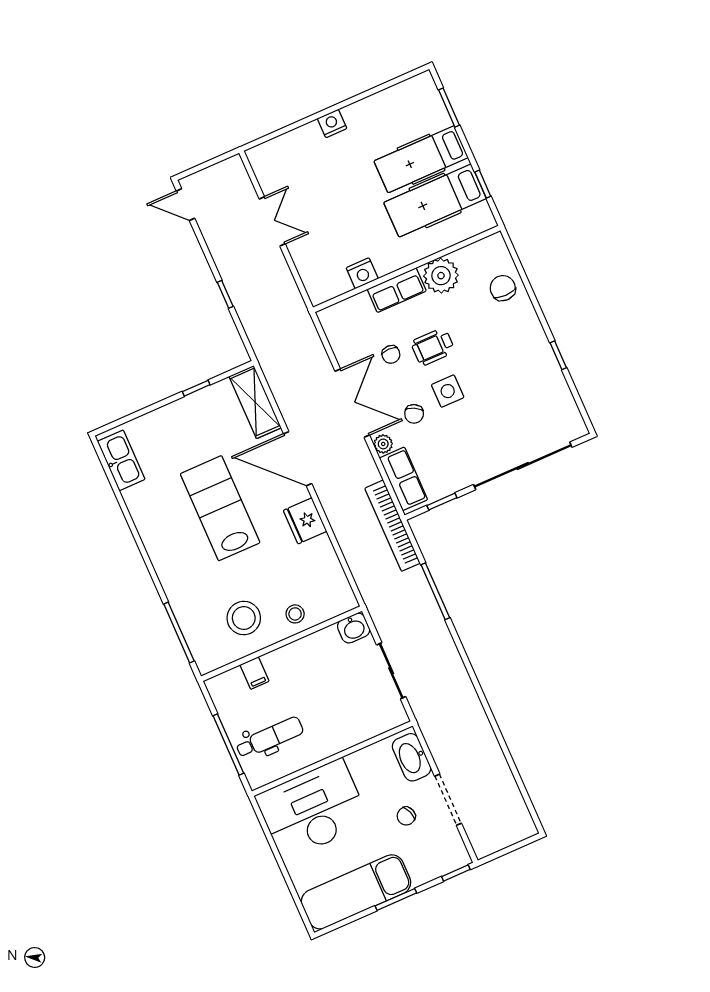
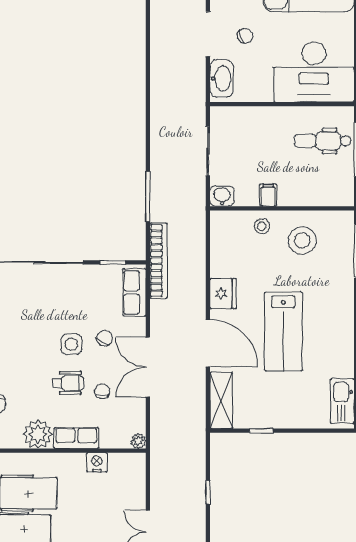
plant: (383, 444) -> (138, 441), moved
filing cabinet: (254, 673) -> (268, 195), moved

